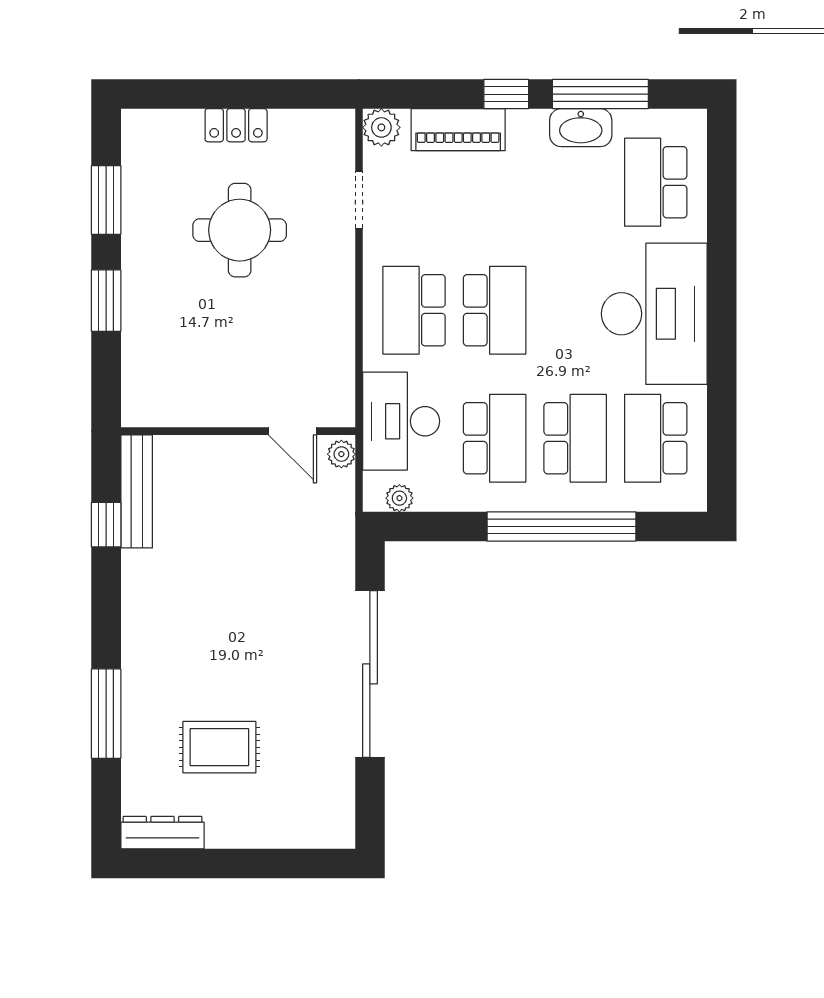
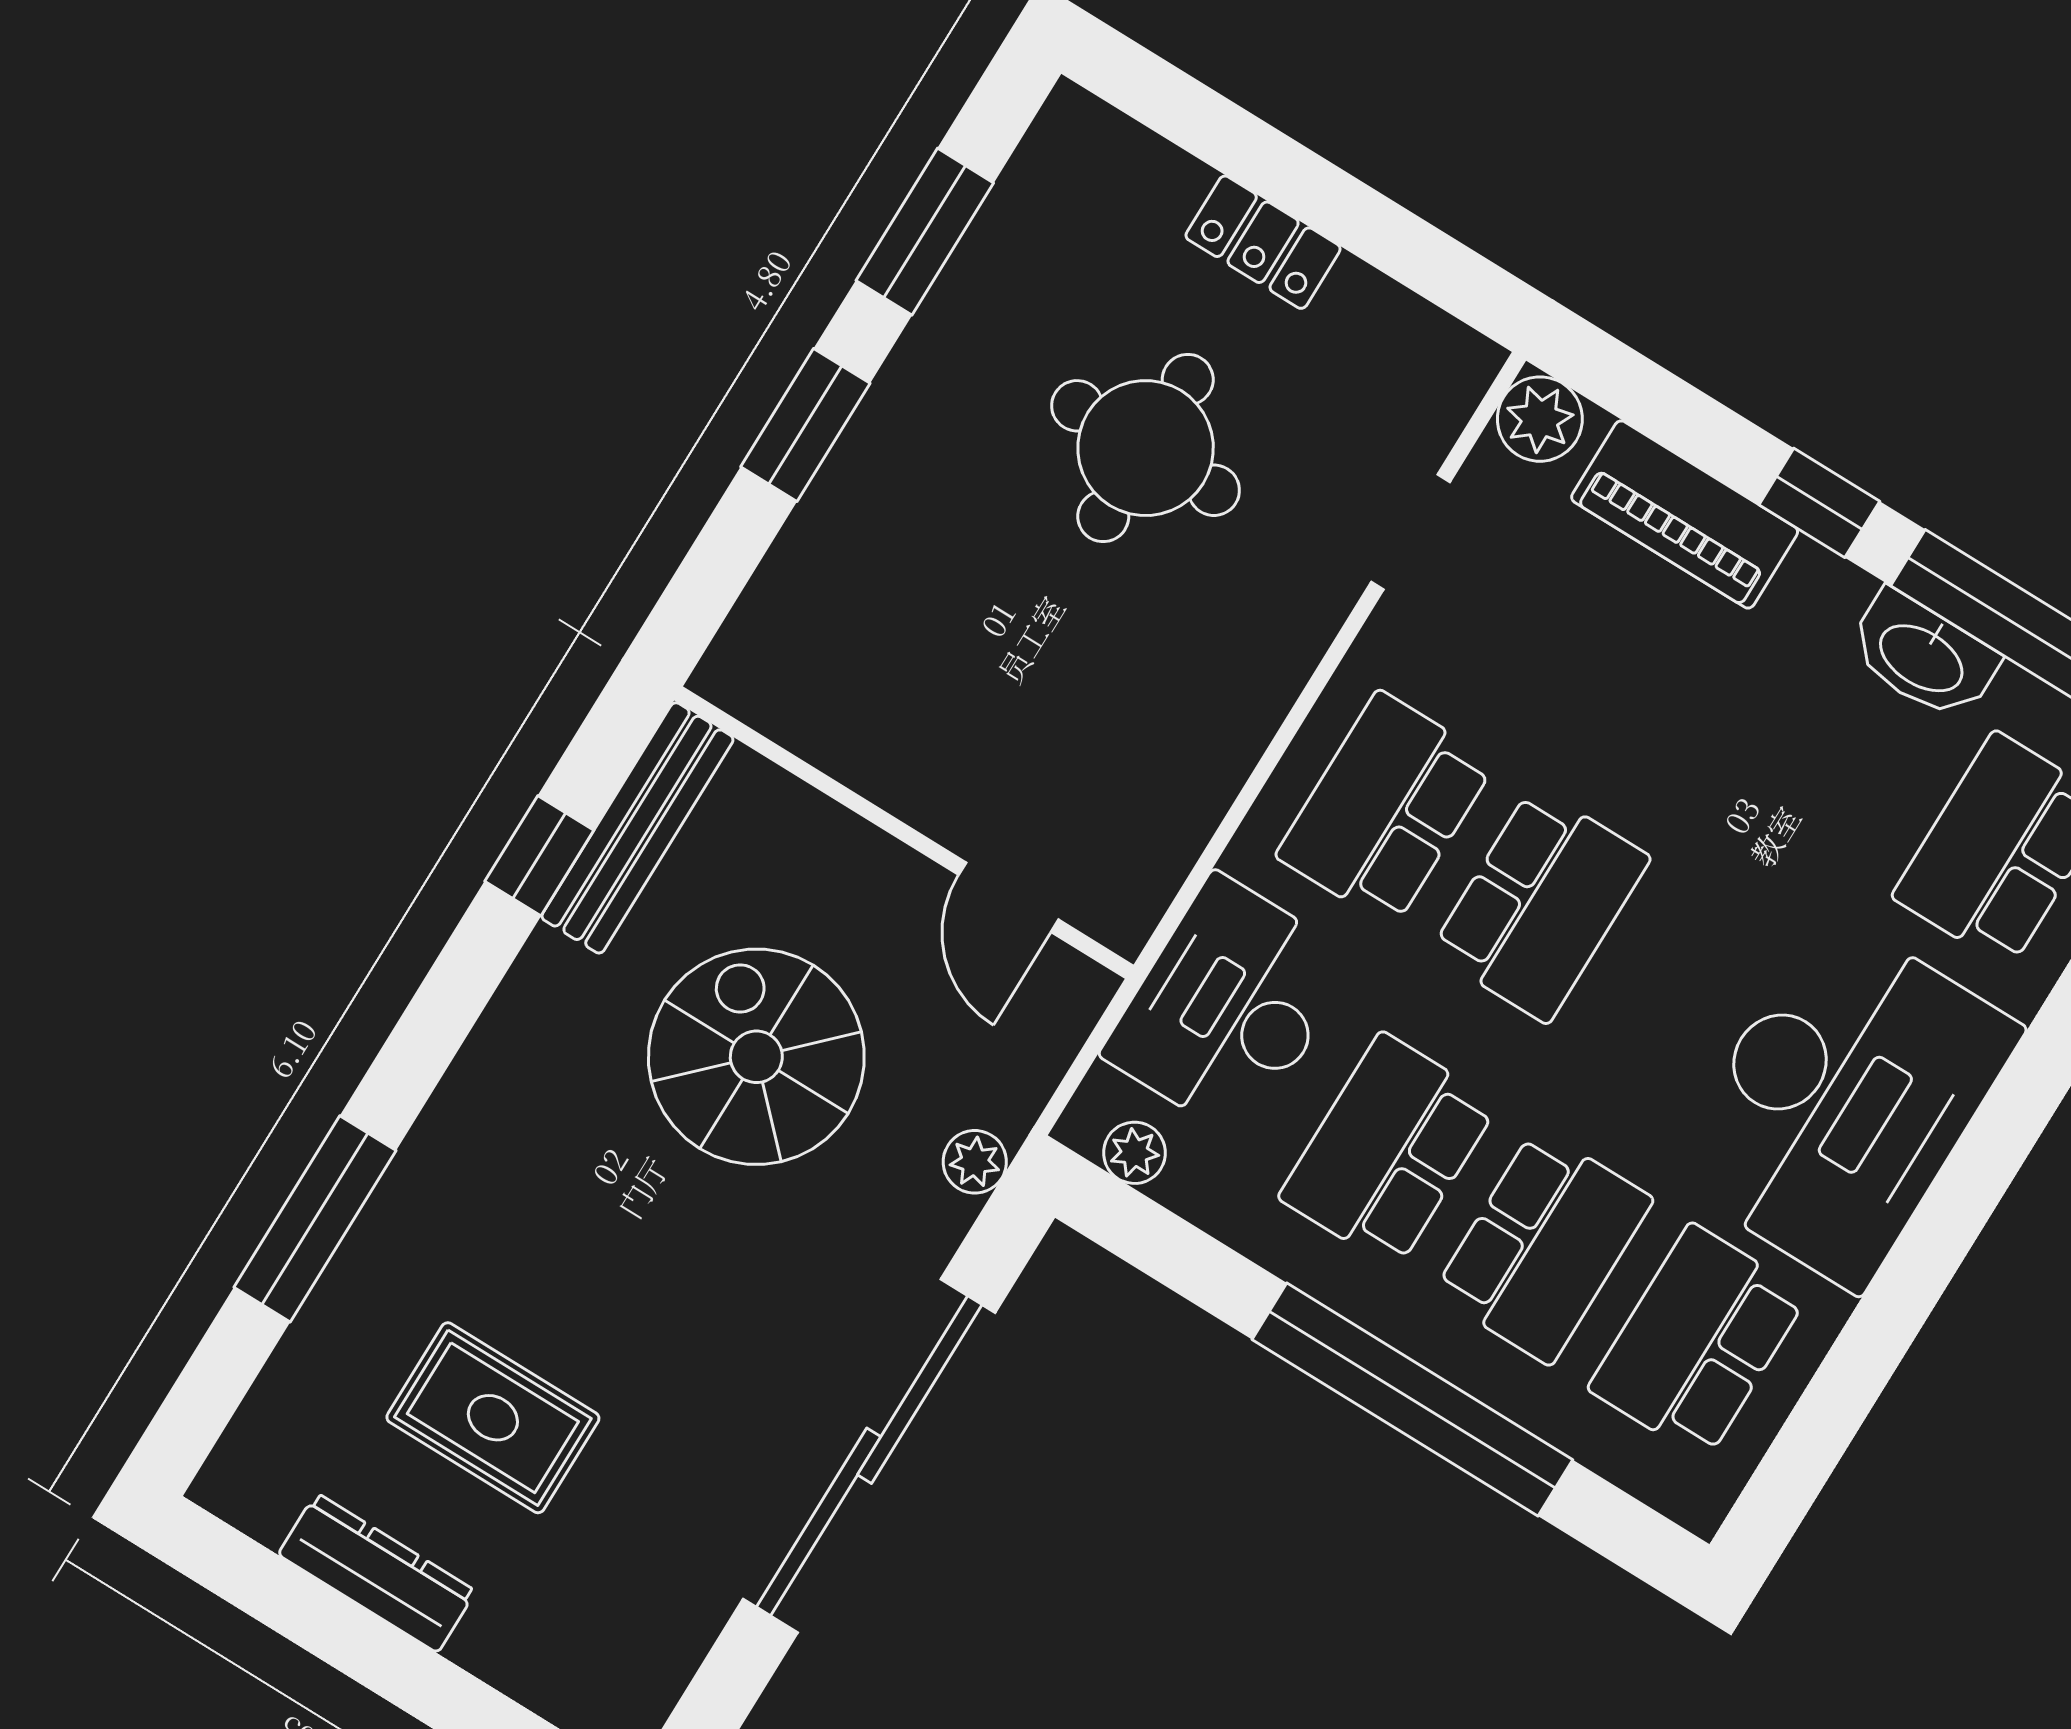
school desk: (495, 438) -> (1388, 1151), turned 180
plant: (341, 454) -> (975, 1162), moved
spiral stairs: (235, 550) -> (756, 1057), added
dresser: (162, 833) -> (377, 1573), moved

